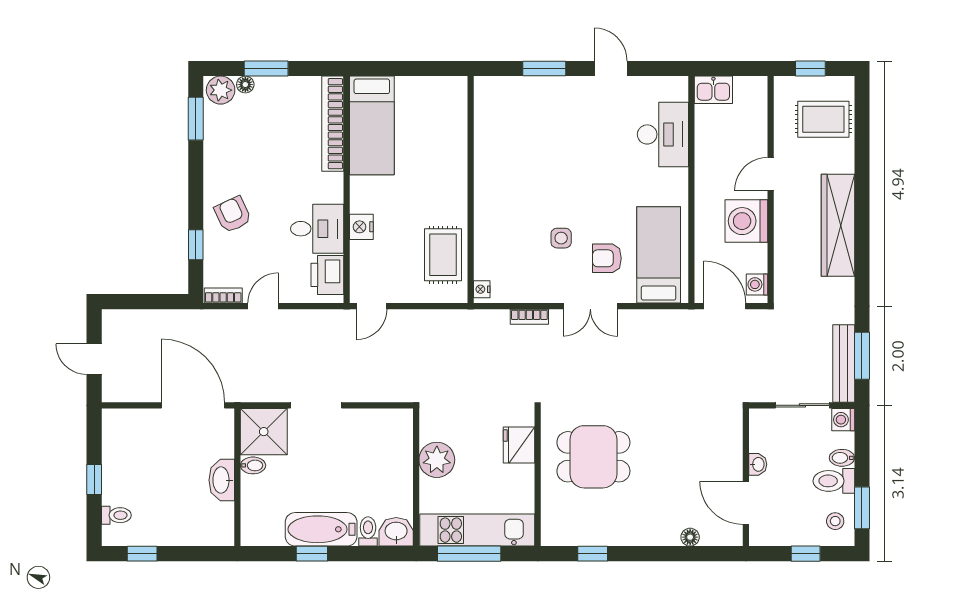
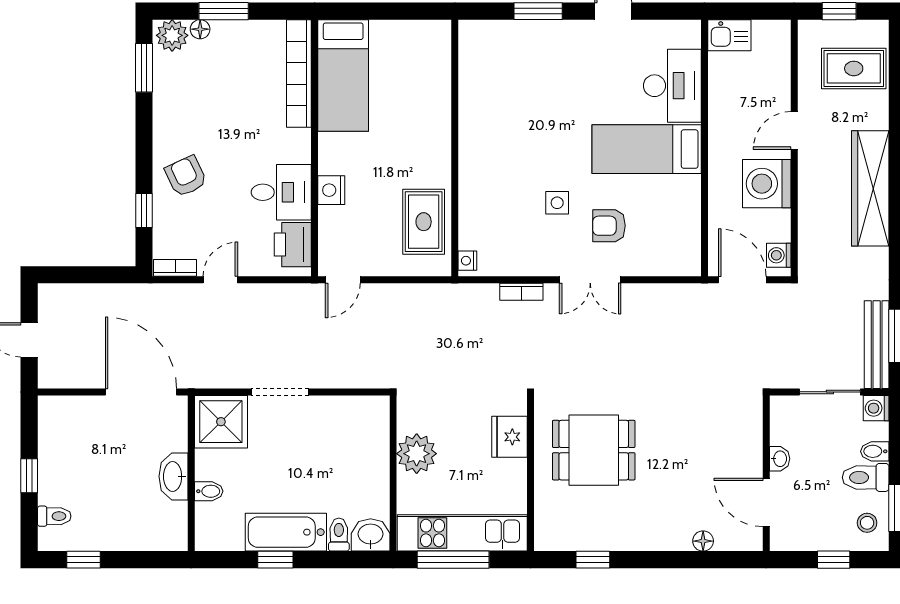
bed: (659, 255) -> (647, 149), moved, turned -90
bidet: (253, 465) -> (209, 491), moved

